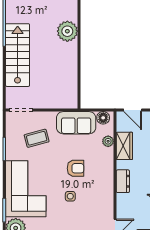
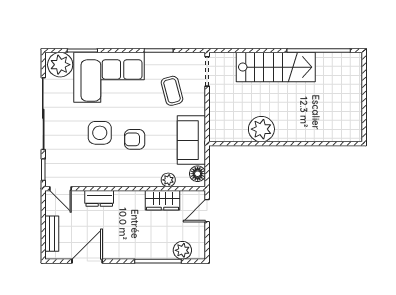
plant: (67, 31) -> (261, 129), moved
armchair: (76, 168) -> (135, 139), turned 90
dresser: (123, 181) -> (99, 198), moved
side table: (70, 196) -> (100, 133), width x1.87, depth x1.87

